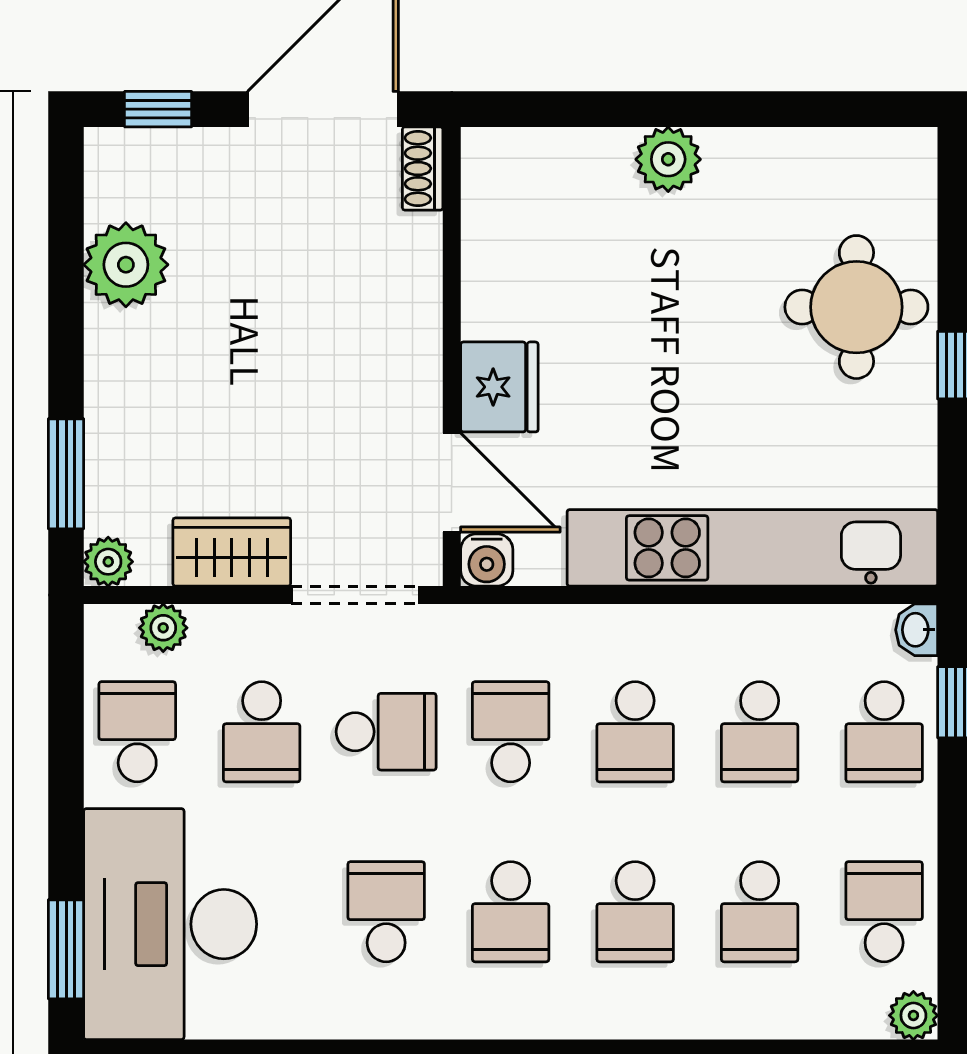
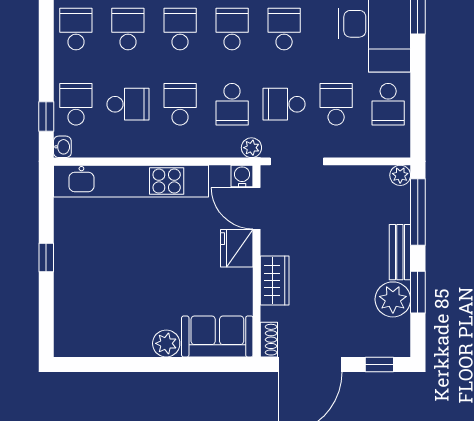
sofa: (546, 176) -> (217, 336), added
window: (66, 282) -> (418, 292), added
round table: (856, 307) -> (87, 282), removed
bench: (109, 378) -> (400, 252), added
window: (66, 474) -> (418, 212), width x1.44
wardrobe: (232, 552) -> (275, 280), moved, turned -90
plant: (163, 628) -> (251, 148), moved
school desk: (760, 732) -> (128, 104), turned 90
school desk: (386, 912) -> (284, 29), turned 180
school desk: (884, 912) -> (76, 29), turned 180

